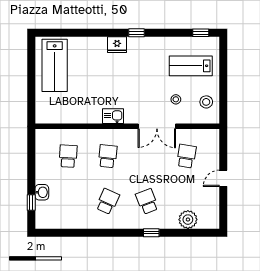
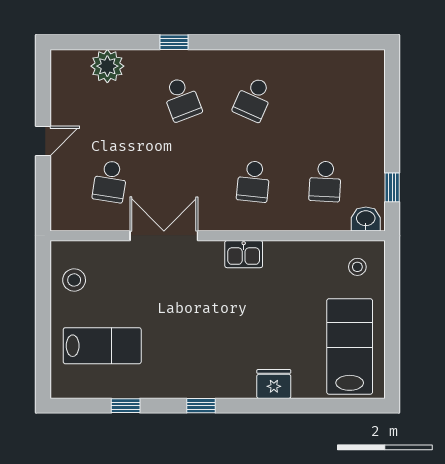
window: (201, 33) -> (126, 406), moved
fridge: (117, 45) -> (274, 384), moved
stool: (176, 99) -> (357, 267), moved
washbasin: (42, 192) -> (366, 219), moved, turned 90
window: (31, 202) -> (392, 187), moved

